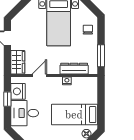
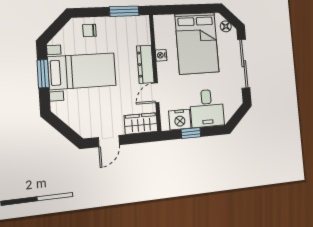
dresser: (74, 69) -> (145, 64), moved
door: (39, 75) -> (157, 93), hinge flipped
bed: (74, 115) -> (197, 43), width x1.50

